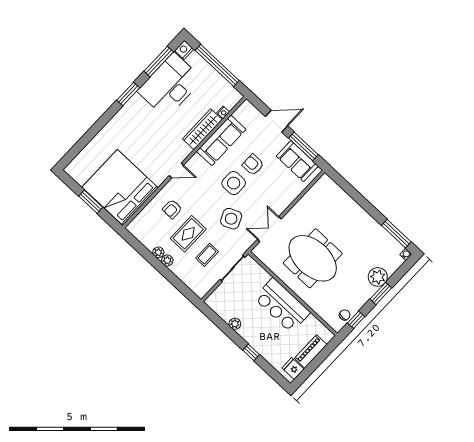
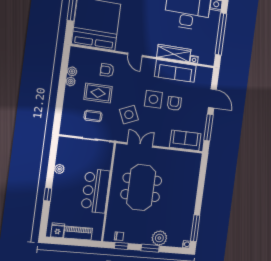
sofa: (297, 161) -> (185, 140), moved, turned 90
plant: (167, 260) -> (72, 71), moved

